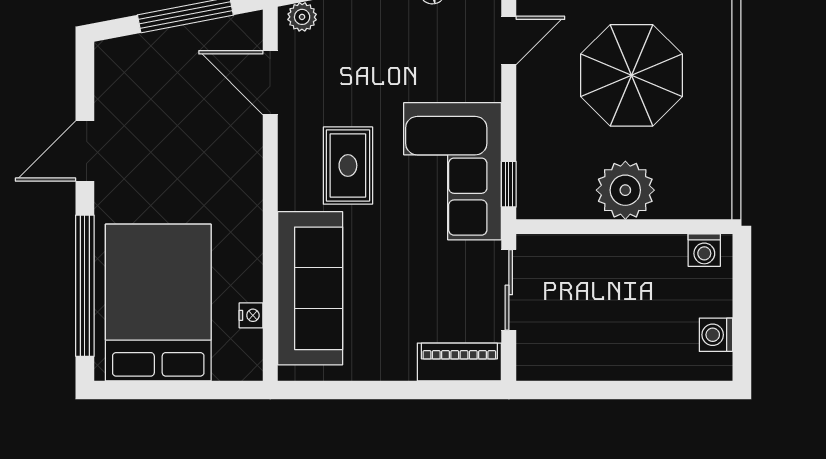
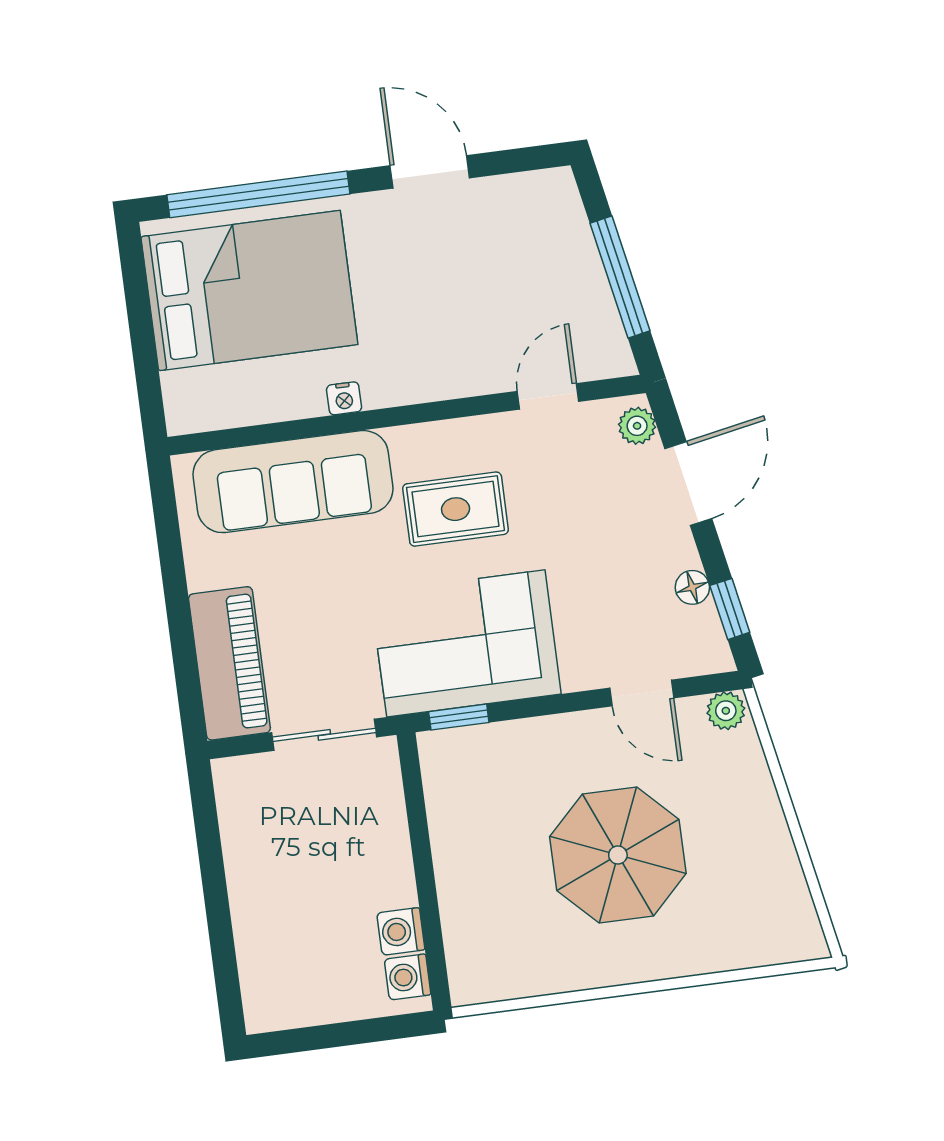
door: (270, 83) -> (548, 396), width x0.73
plant: (625, 190) -> (471, 866), removed
nightstand: (251, 315) -> (344, 398), moved
washing machine: (716, 335) -> (401, 931), moved, turned -90
piano: (459, 362) -> (229, 663), width x1.37, depth x1.33

